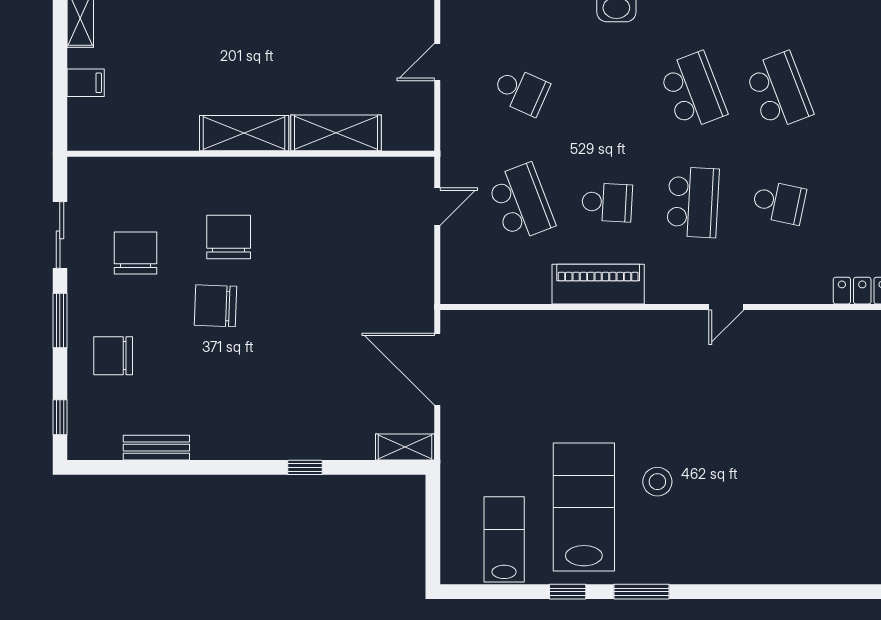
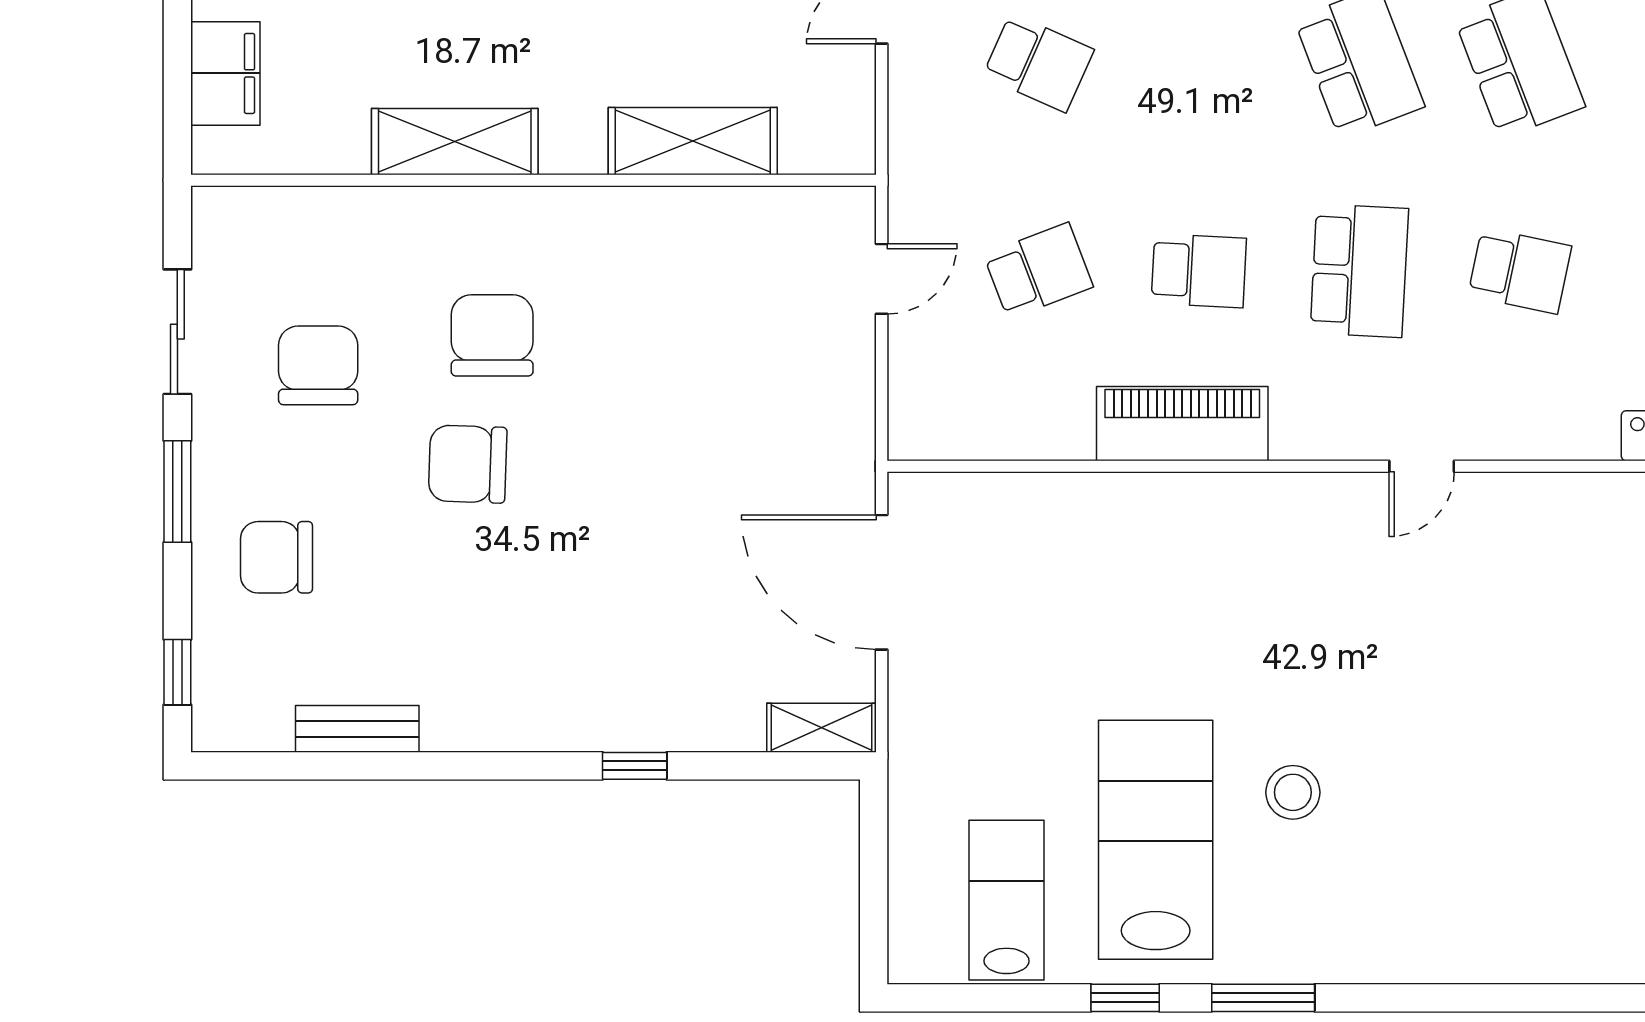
filing cabinet: (86, 83) -> (225, 73), width x2.00
shelving: (244, 133) -> (455, 142), moved
school desk: (521, 202) -> (1038, 271), width x0.54

